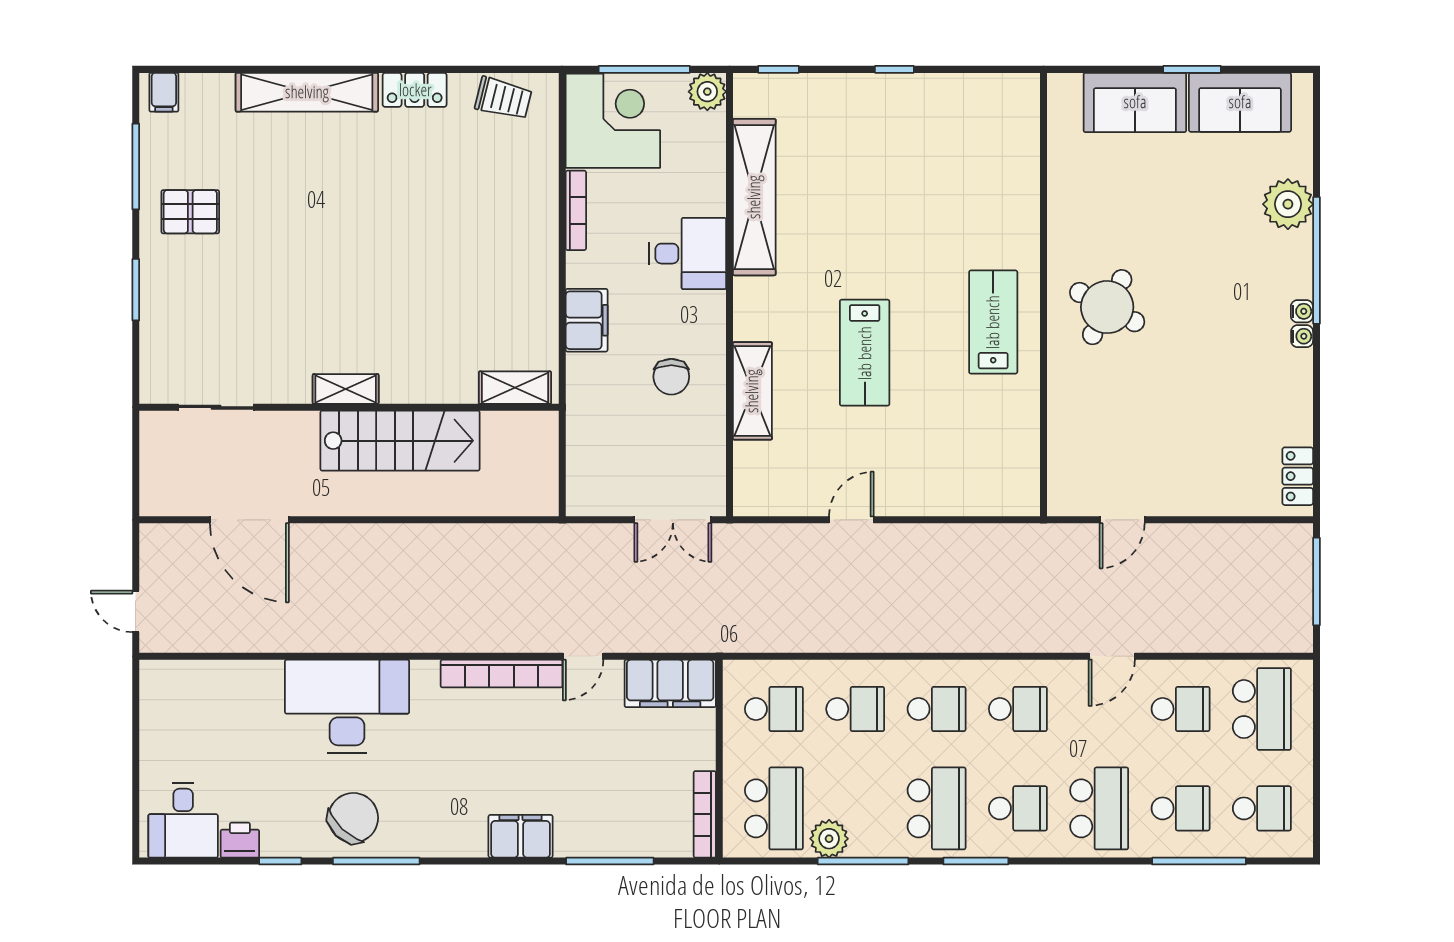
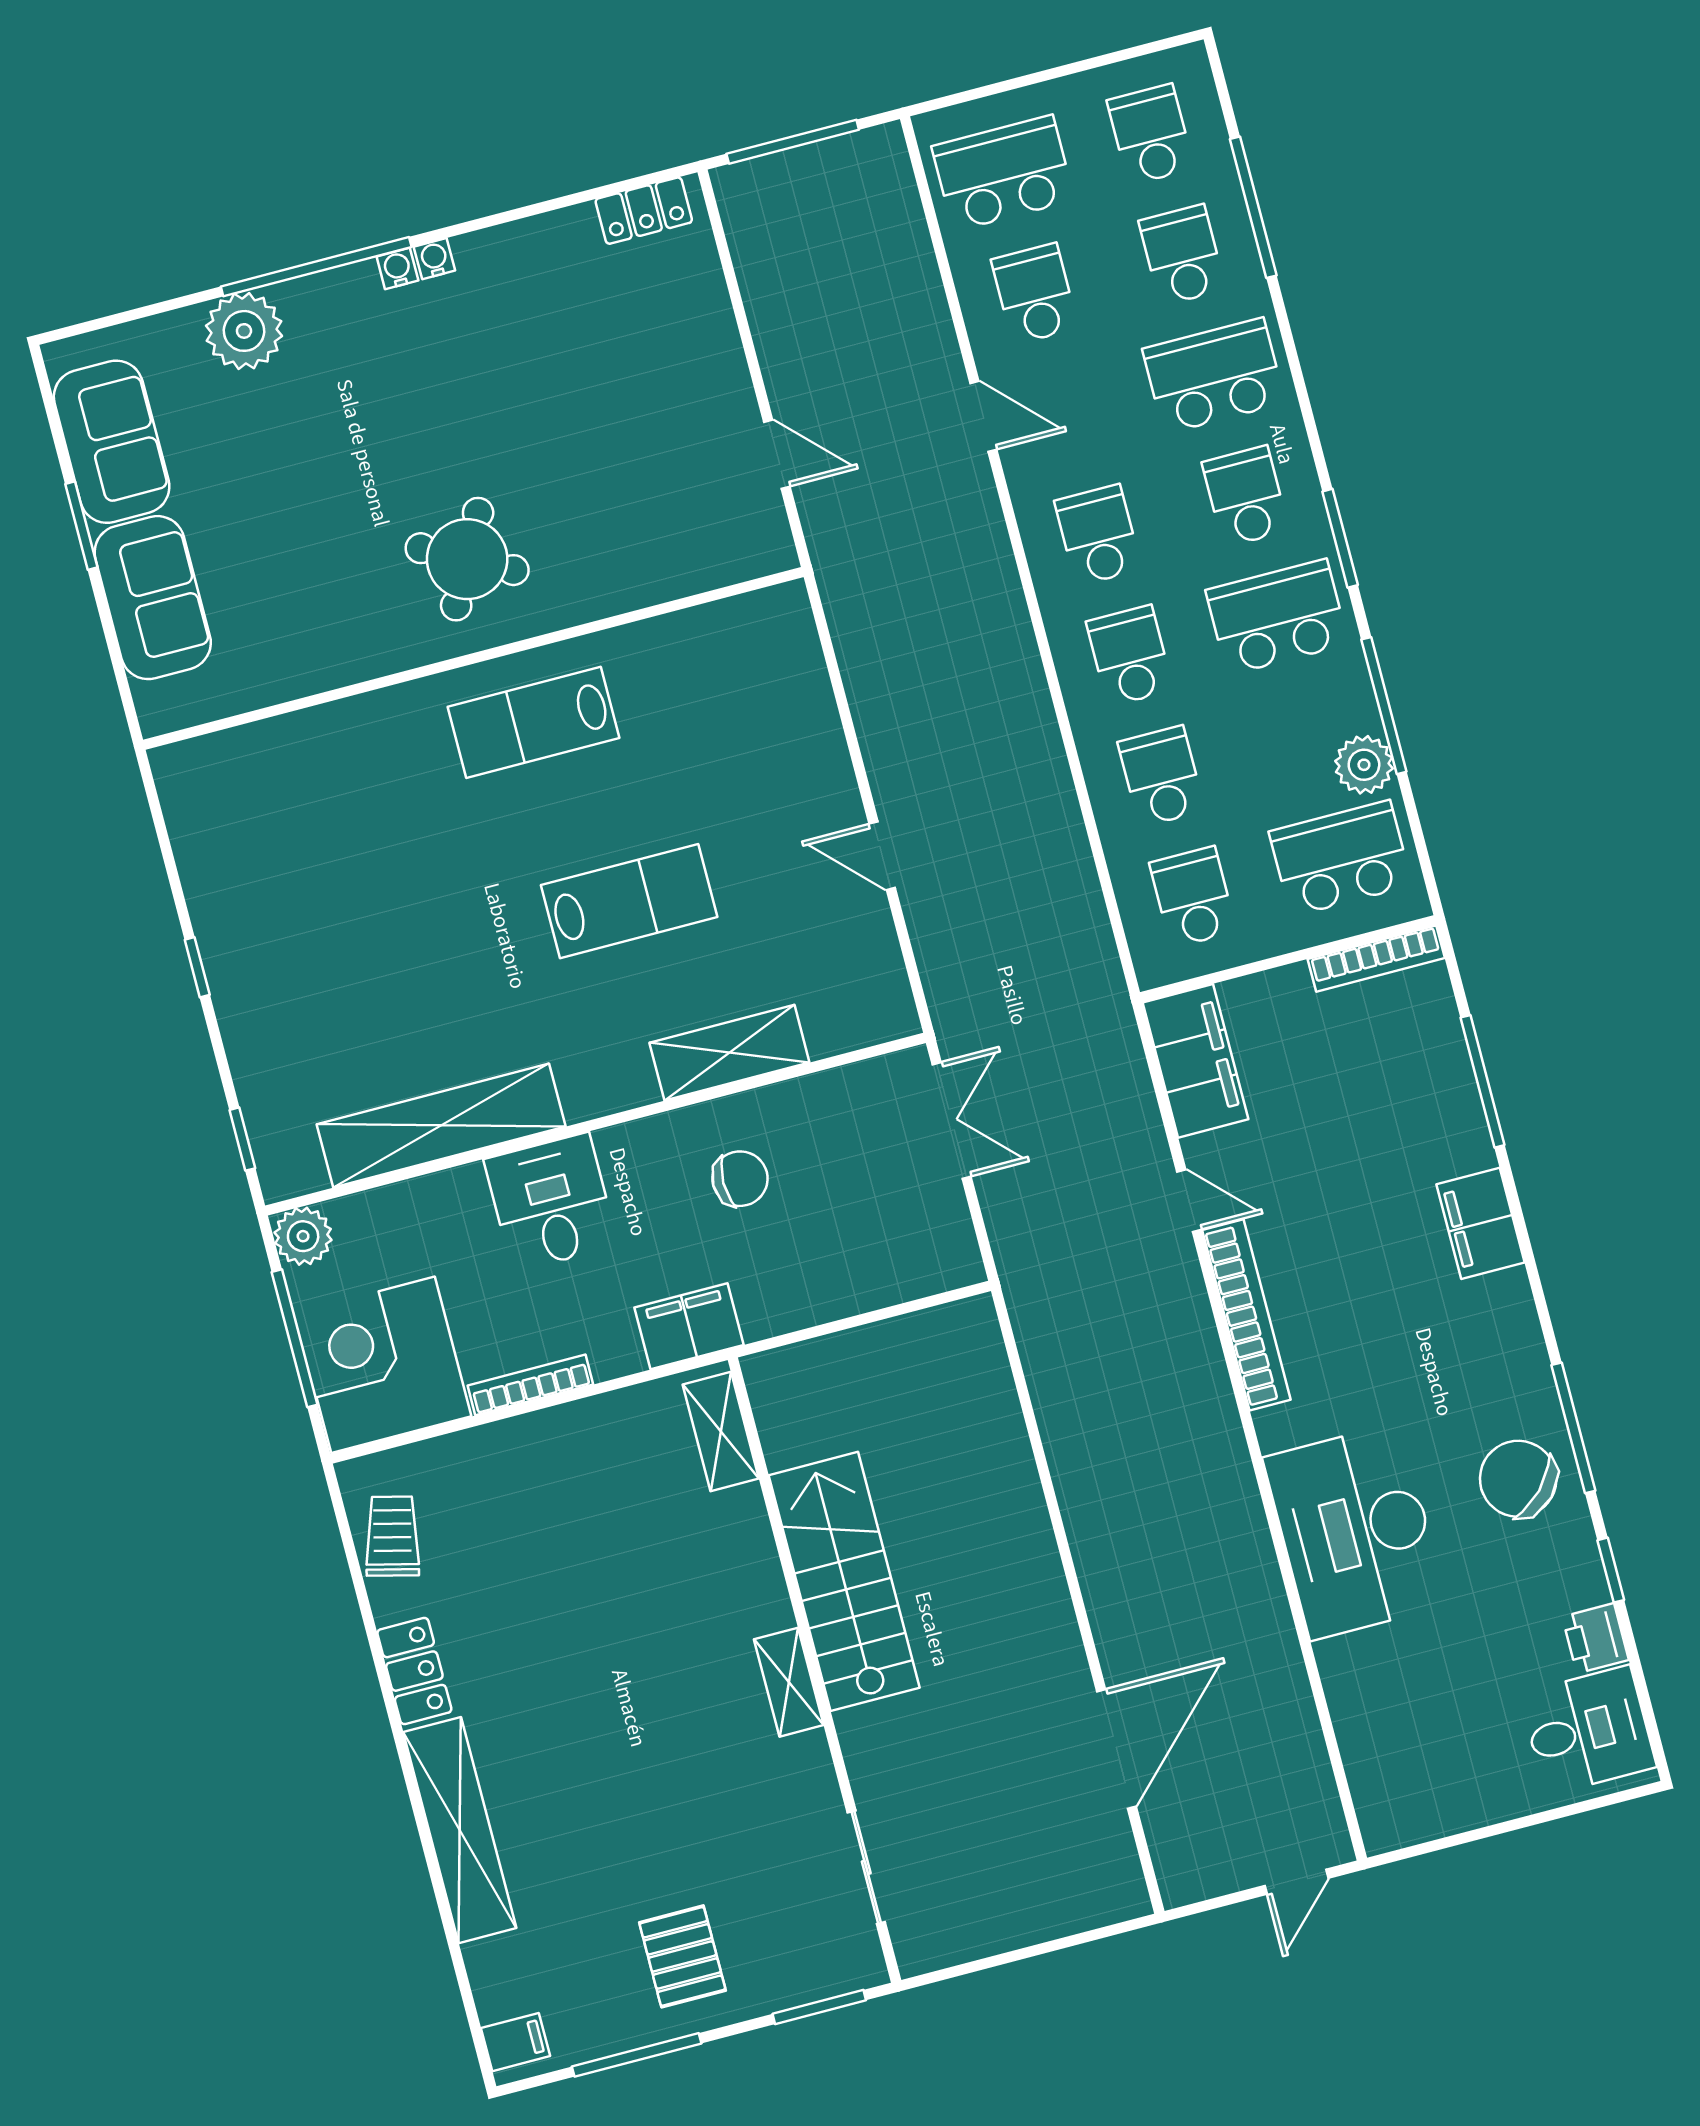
shelving: (515, 388) -> (721, 1432), moved
shelving: (346, 389) -> (789, 1682), moved
sliding door: (216, 407) -> (866, 1867), moved
wall: (349, 407) -> (814, 1670), moved
stairs: (400, 441) -> (844, 1581), moved

